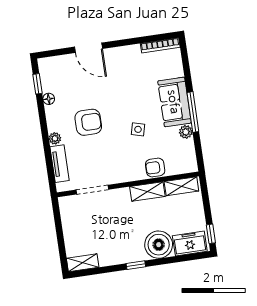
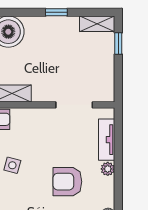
window: (62, 248) -> (118, 44), added
window: (136, 265) -> (56, 12), moved

